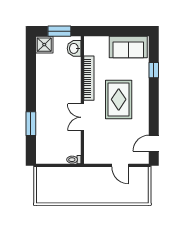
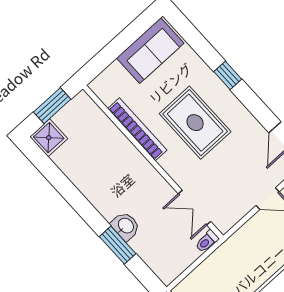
washbasin: (74, 48) -> (125, 226), moved, turned 180
window: (154, 70) -> (228, 75), moved
double door: (82, 117) -> (195, 208), moved

